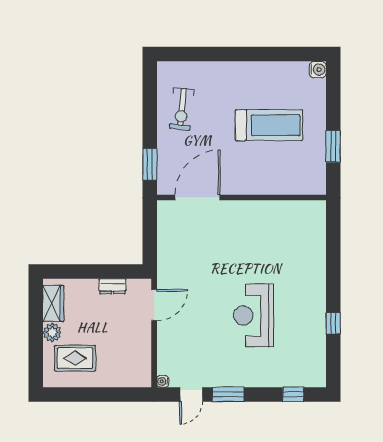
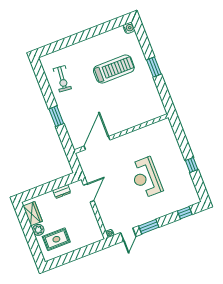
door: (197, 198) -> (97, 143), moved
wall: (241, 198) -> (121, 134), moved

